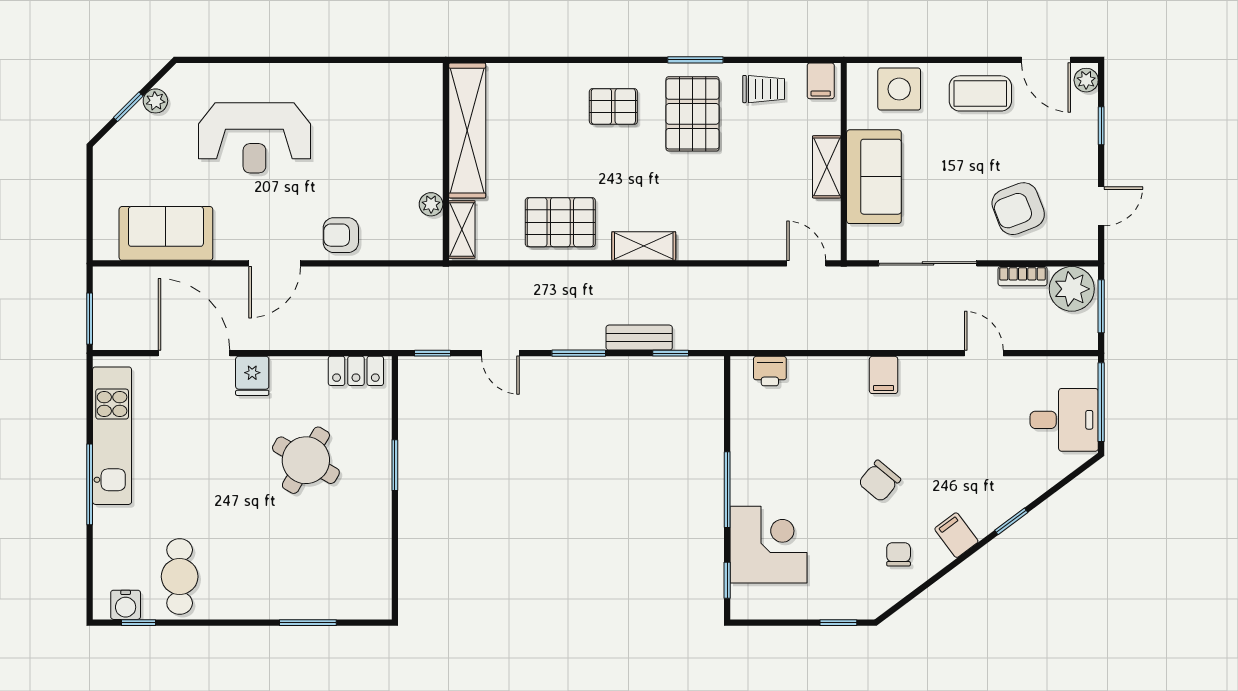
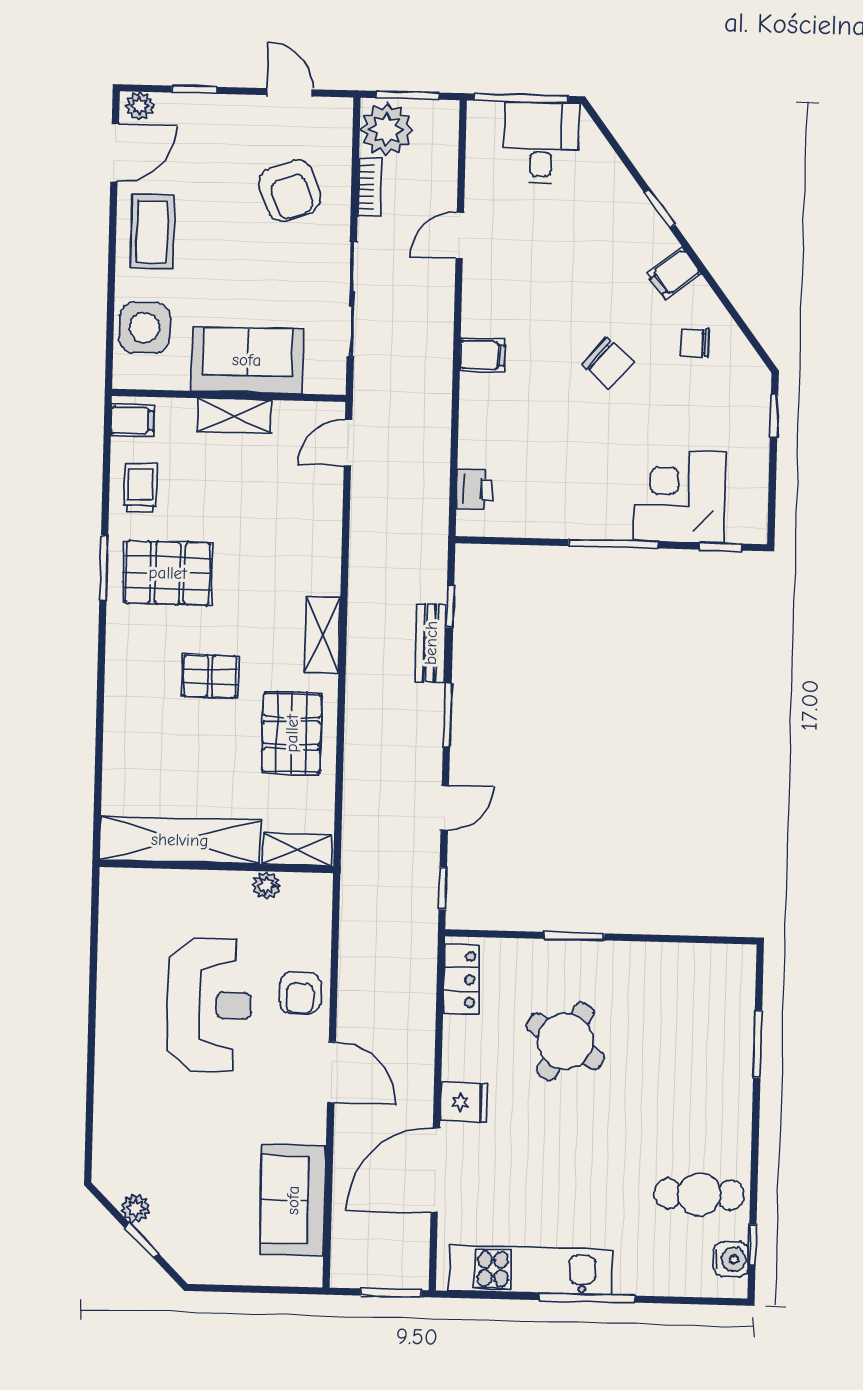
pallet: (613, 106) -> (210, 676), moved, turned 90
reception desk: (254, 138) -> (209, 1005), moved

